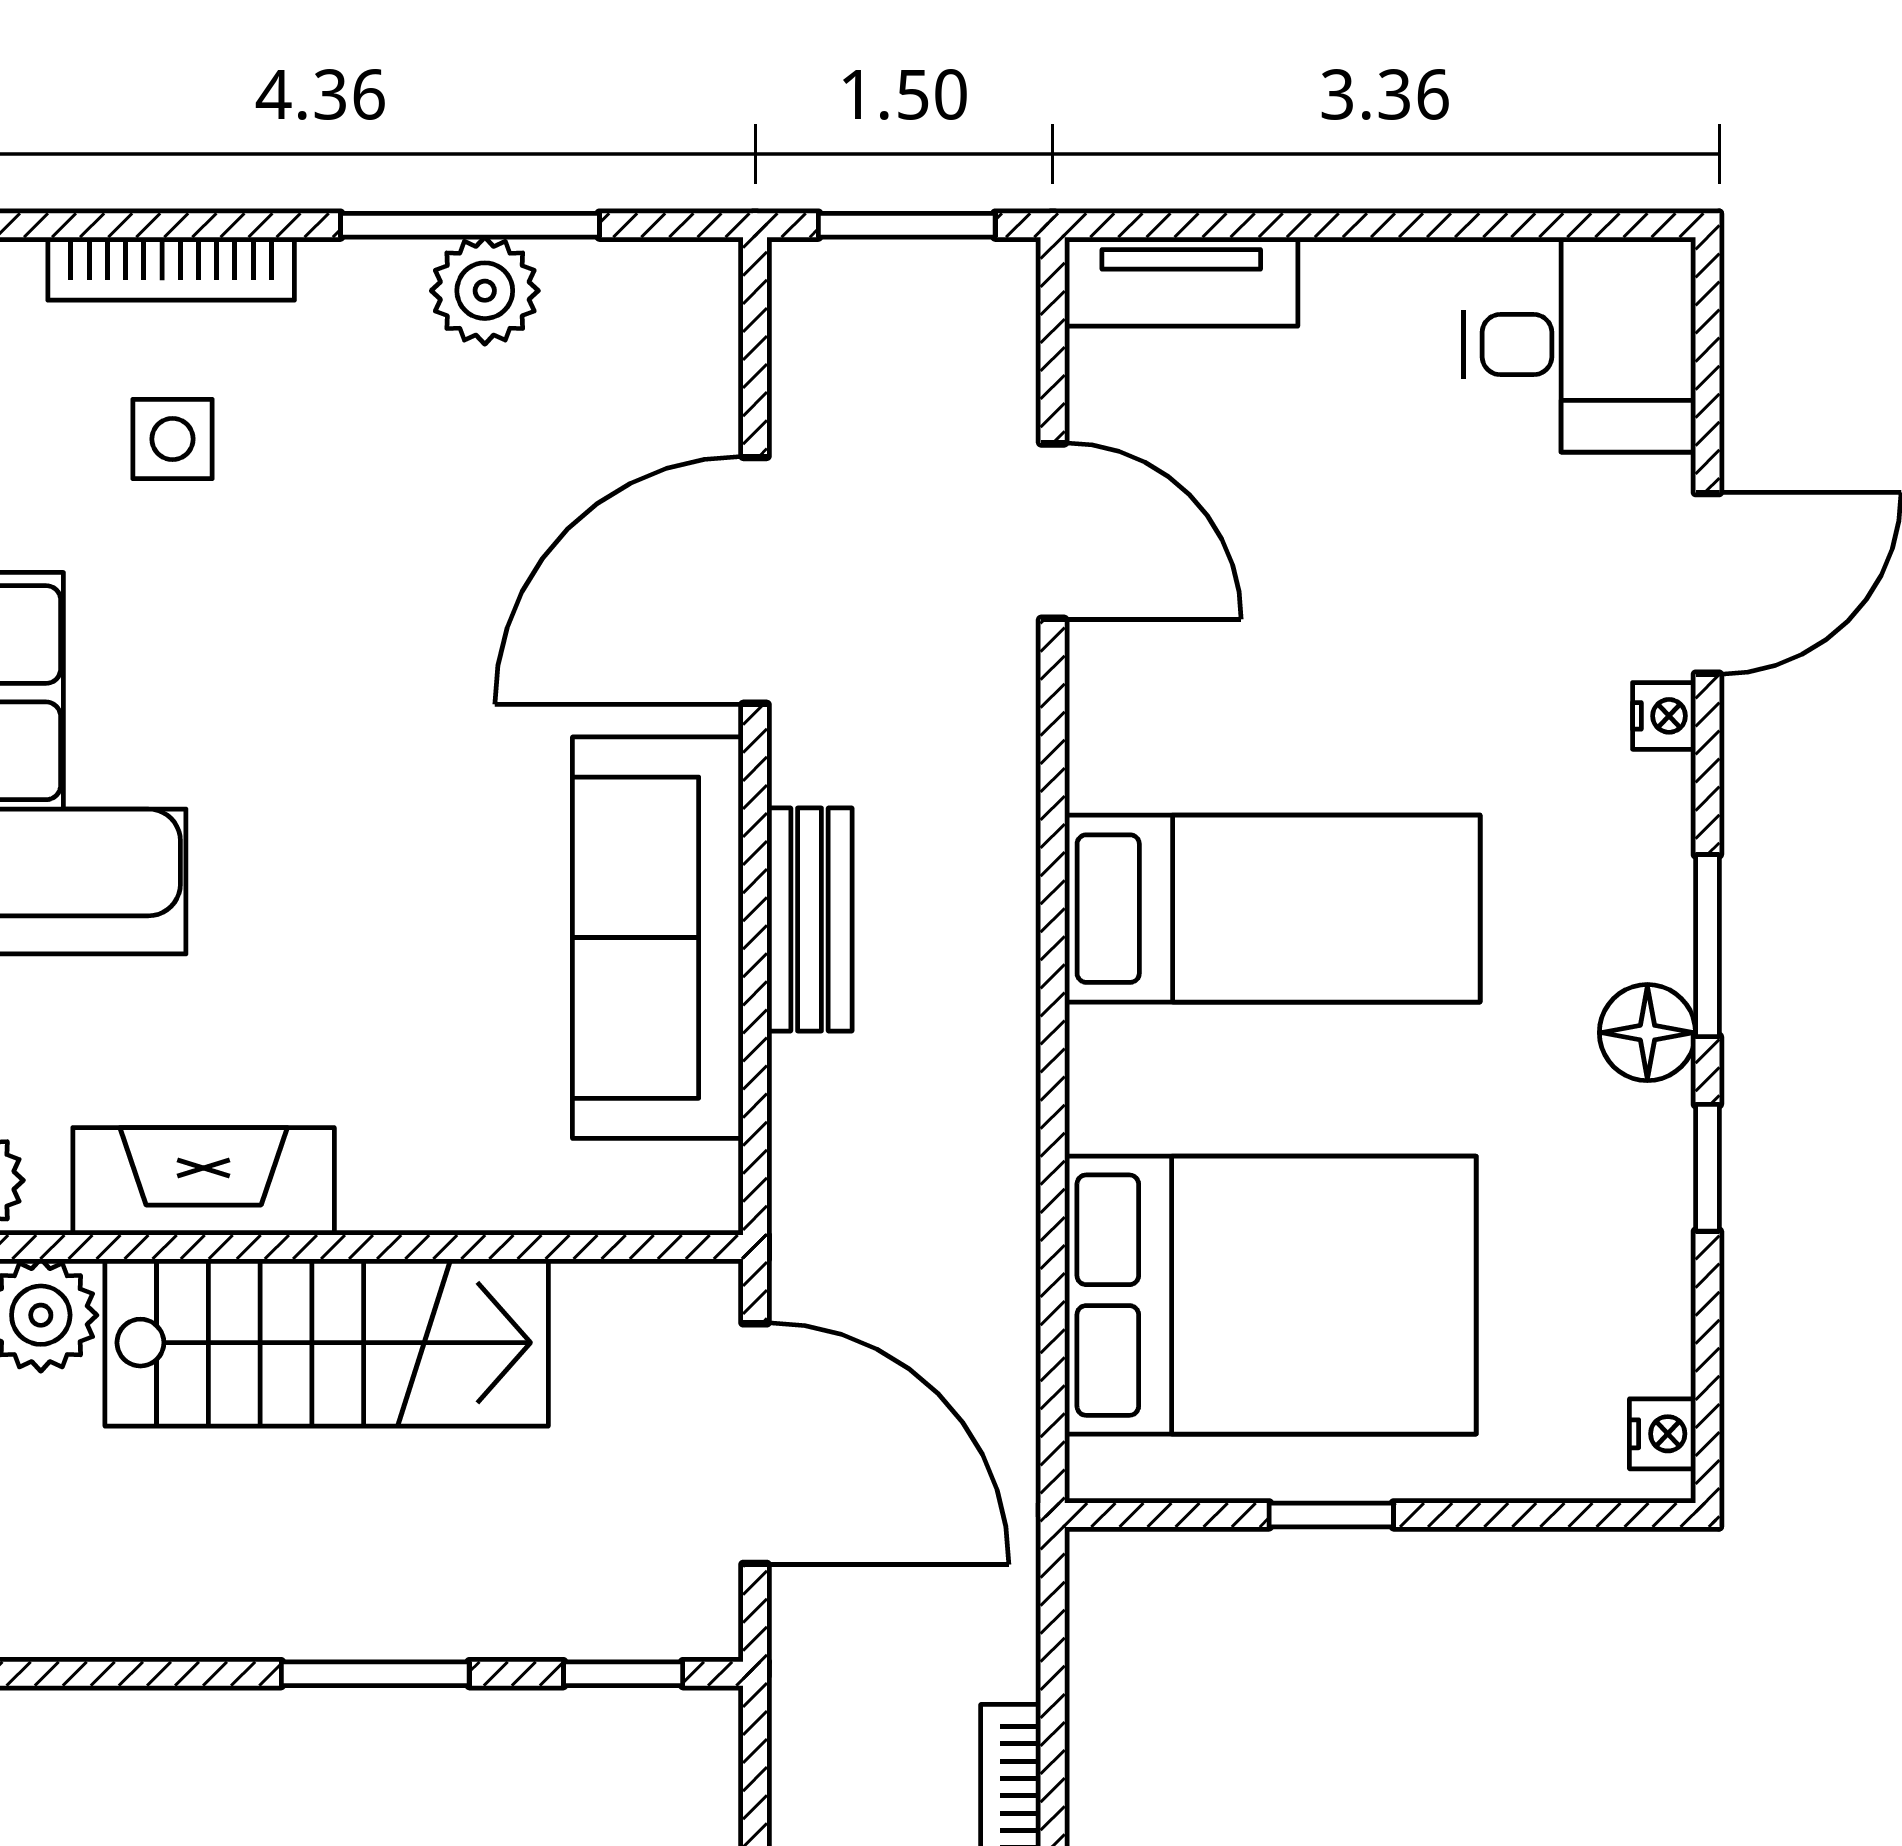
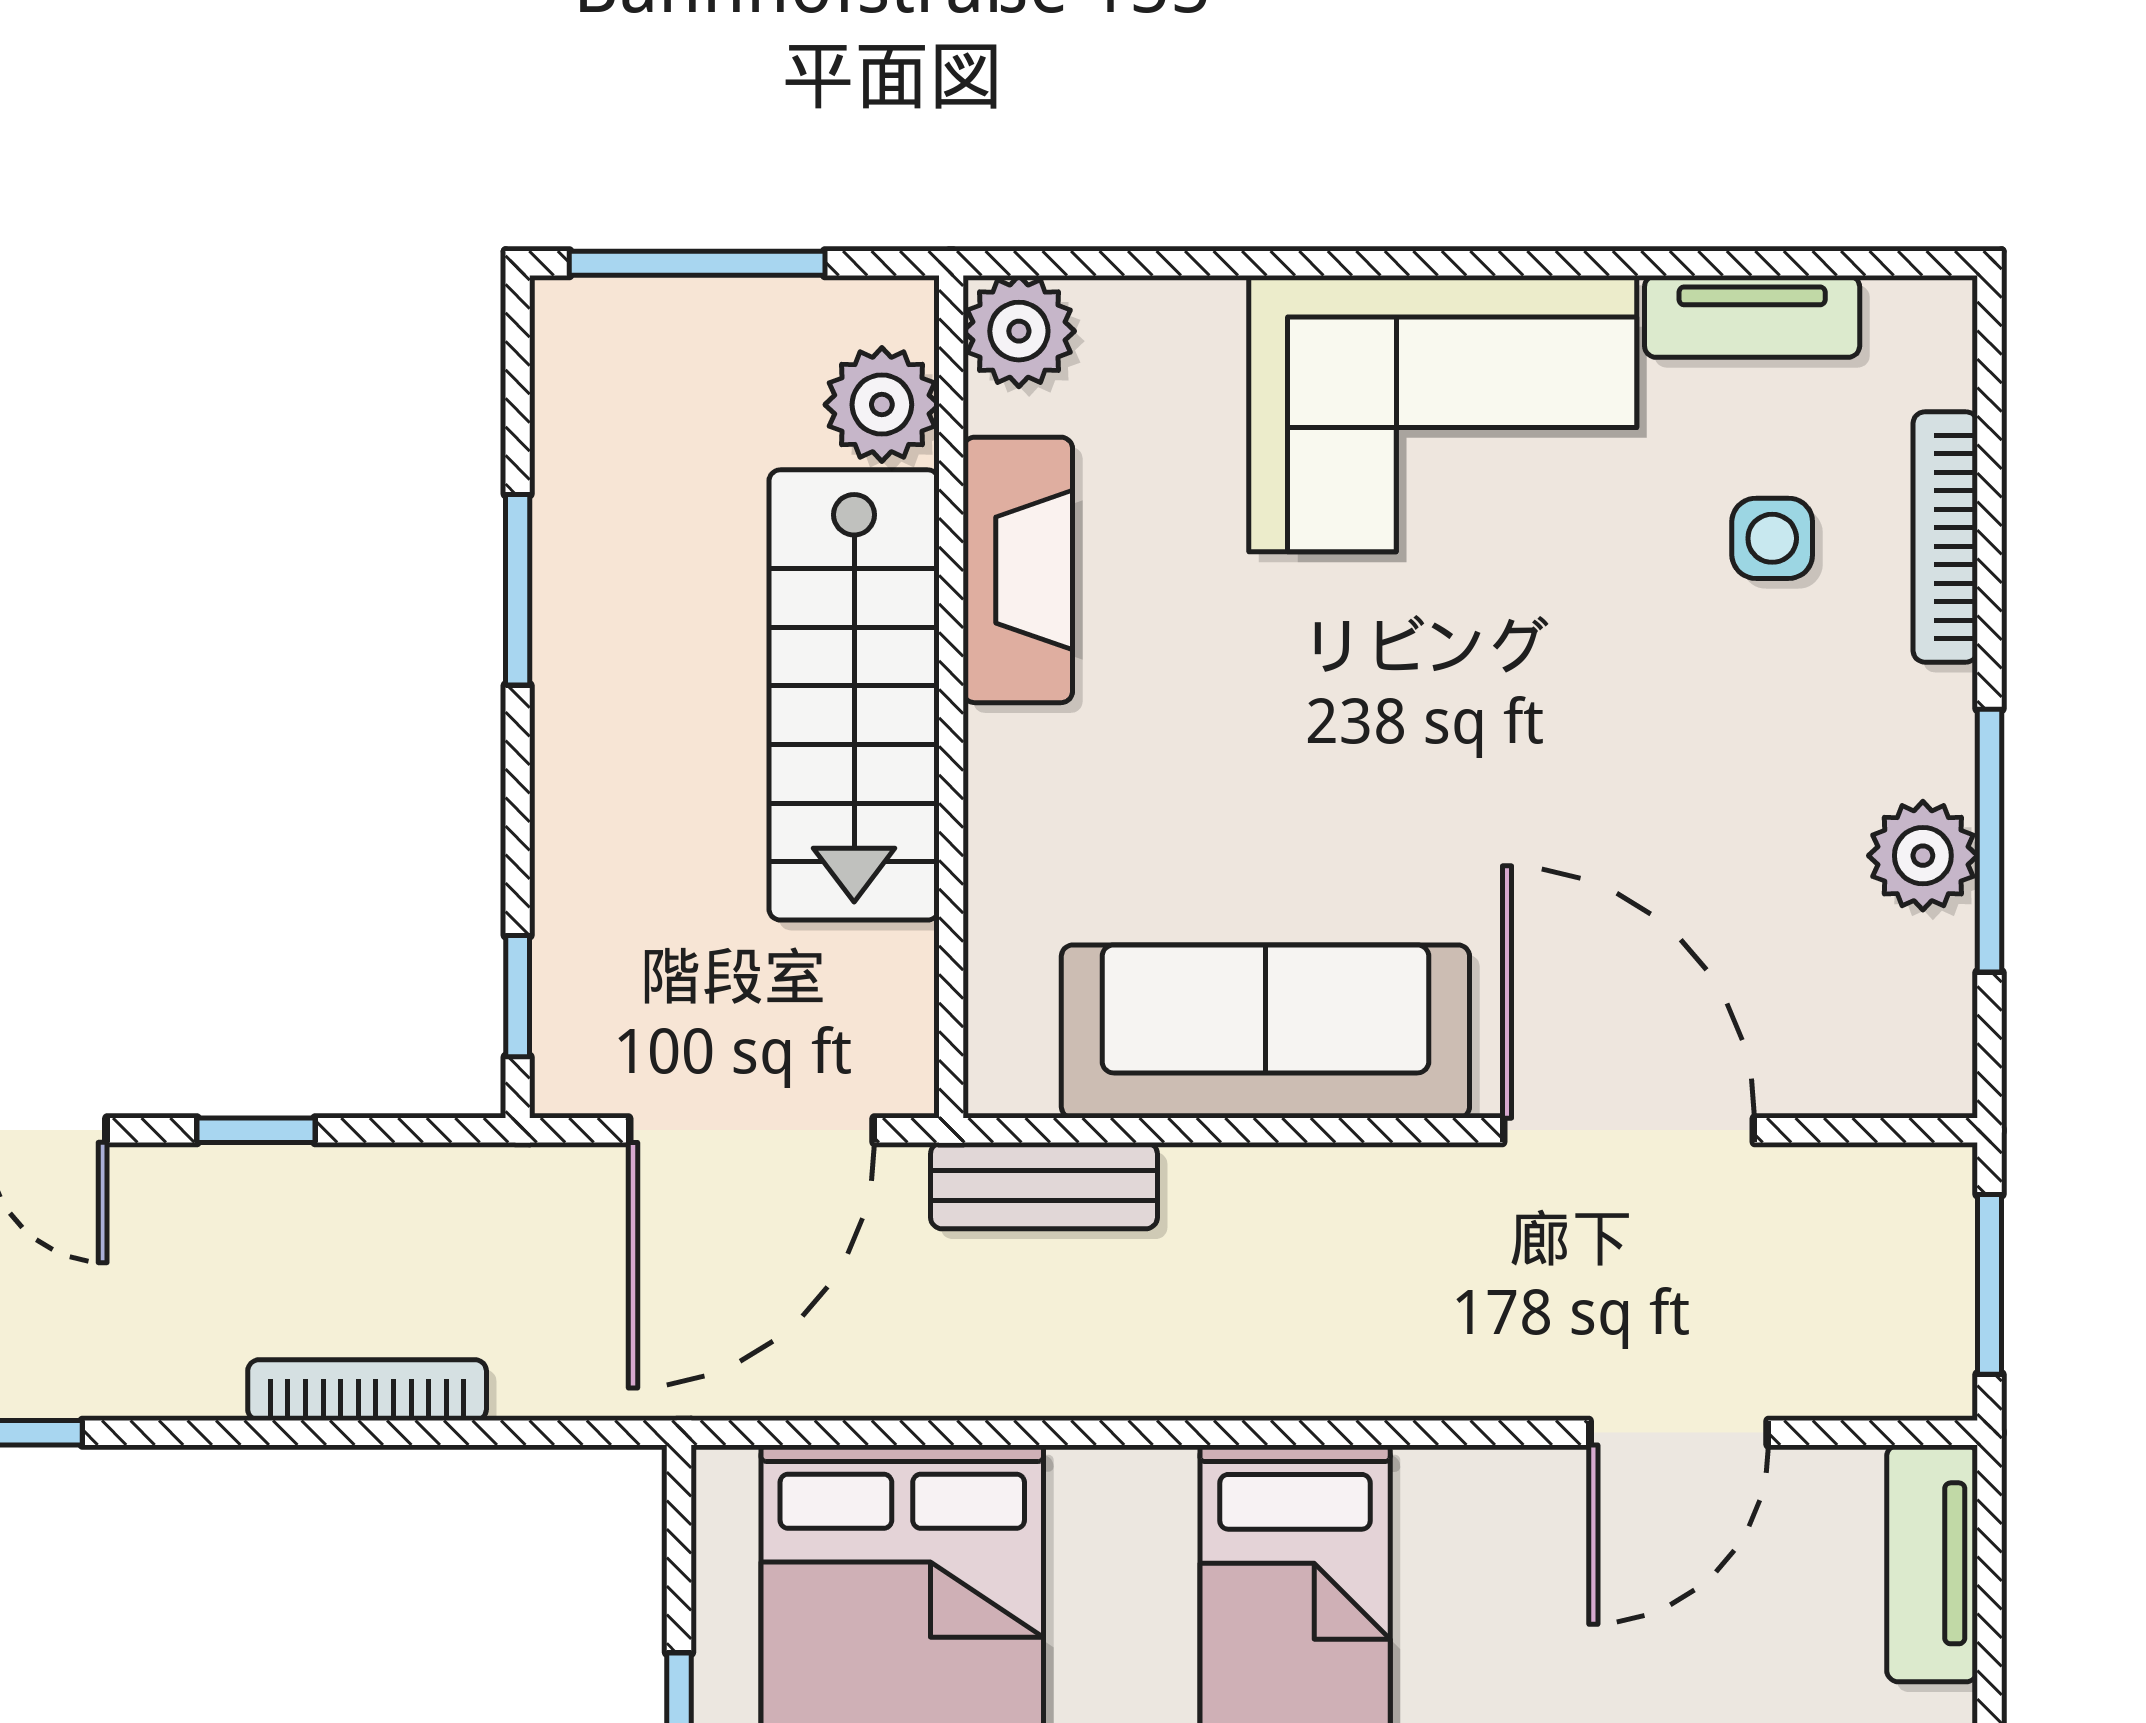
bench: (810, 920) -> (1044, 1186), moved
window: (375, 1674) -> (518, 590), moved

